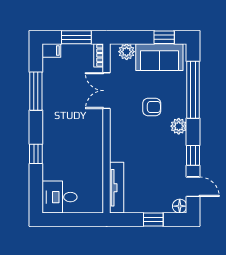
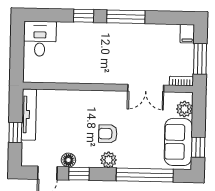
window: (36, 91) -> (126, 17), moved
double door: (107, 91) -> (146, 88), swing flipped
armchair: (152, 107) -> (108, 134), moved, turned 90
tv unit: (117, 188) -> (29, 115), moved, turned -90
floor lamp: (180, 206) -> (68, 160), moved

